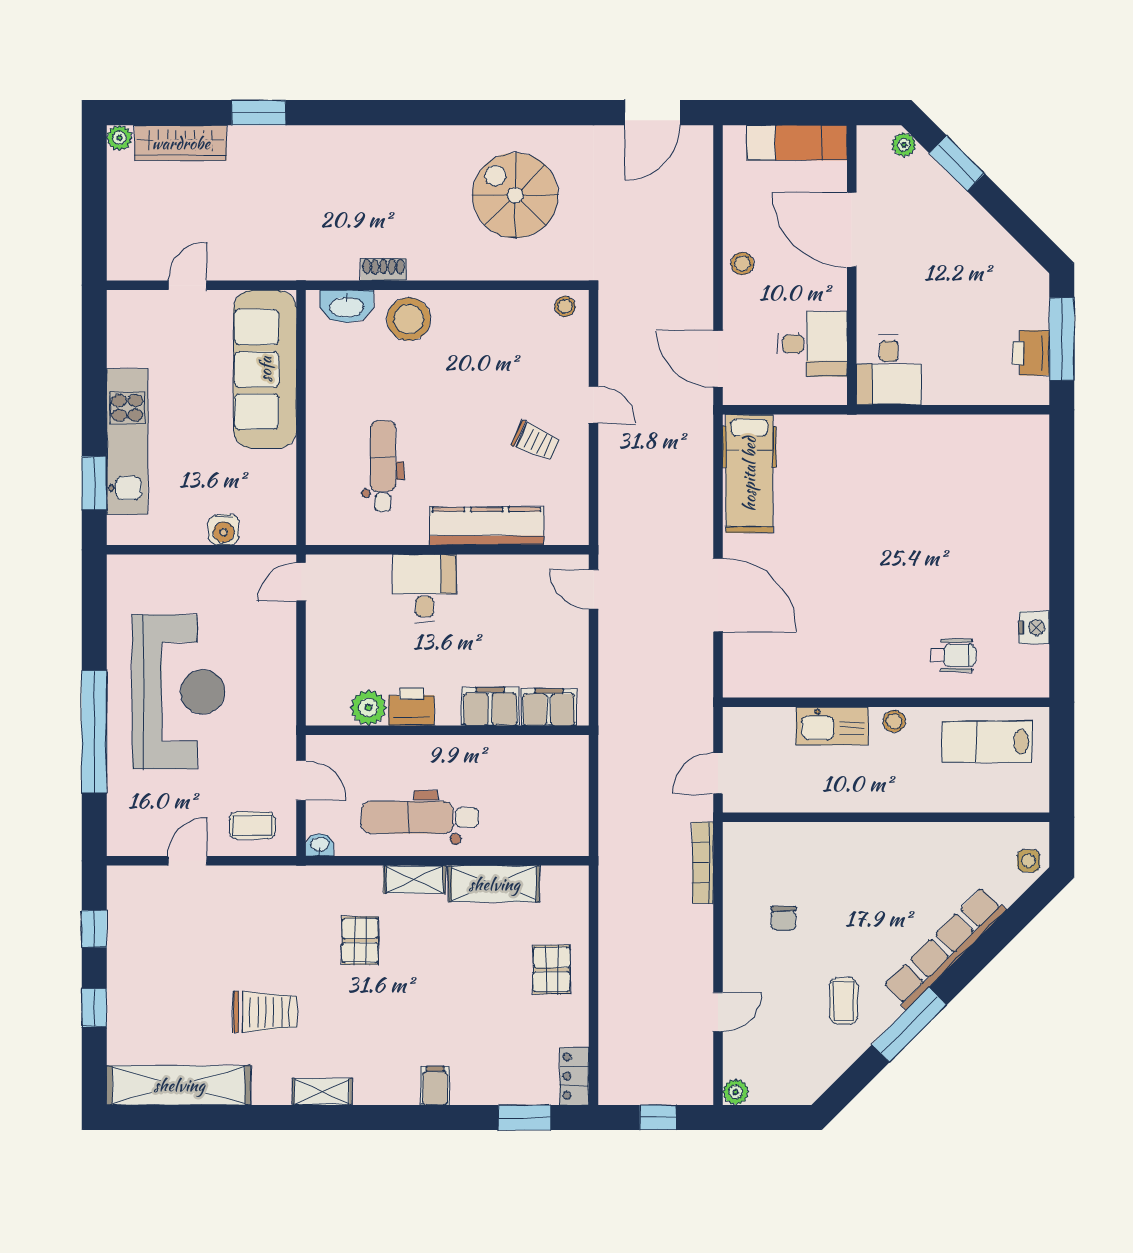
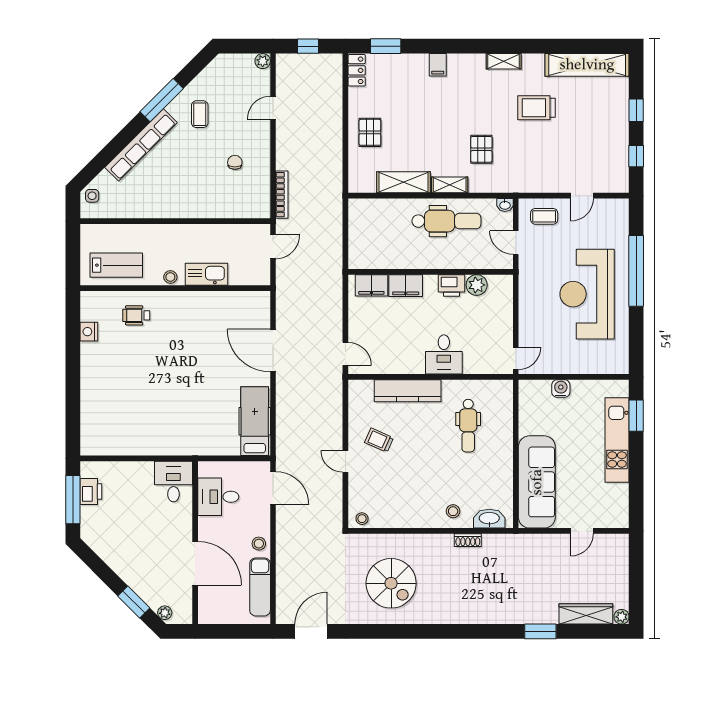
exam couch: (797, 143) -> (260, 587), moved, turned -90
stool: (409, 319) -> (453, 511), width x0.53, depth x0.53

